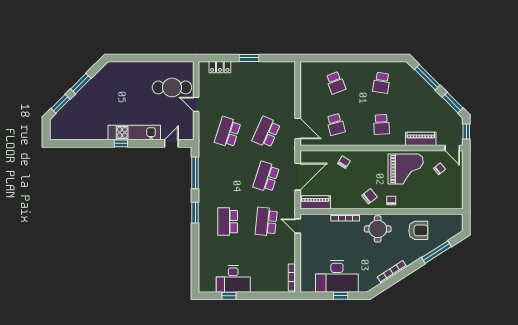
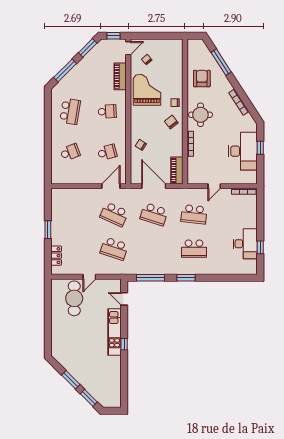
school desk: (381, 83) -> (70, 111), width x1.85
door: (298, 226) -> (214, 186), moved

